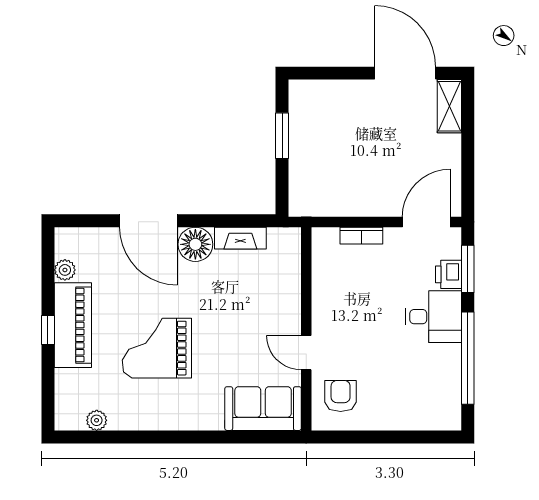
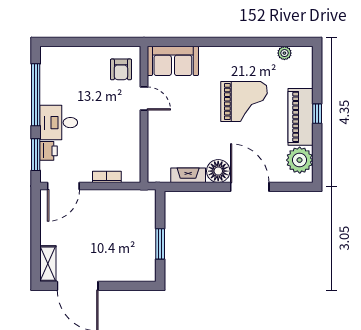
plant: (65, 270) -> (300, 160), width x1.88, depth x1.88

